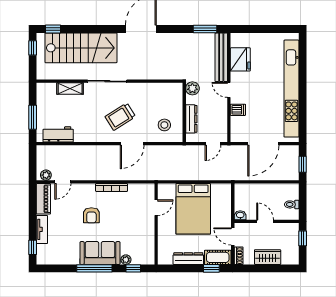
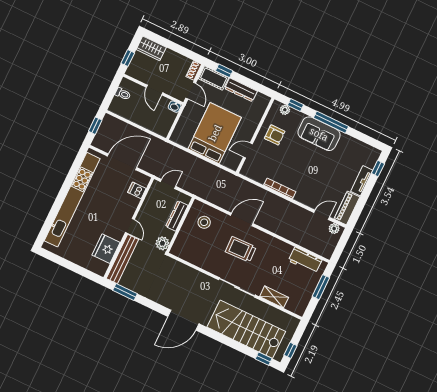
dishwasher: (238, 110) -> (137, 190), moved
trolley: (120, 117) -> (241, 249), turned -150
armchair: (91, 215) -> (275, 135), moved, turned 90
wardrobe: (268, 257) -> (151, 48), moved
plant: (126, 260) -> (285, 110), moved

